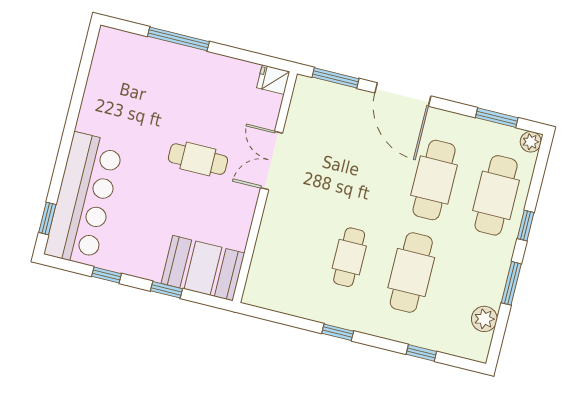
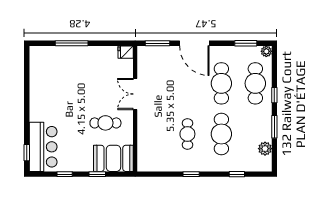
cafe table: (198, 159) -> (105, 123), moved
bar counter: (84, 199) -> (43, 147), width x0.73

